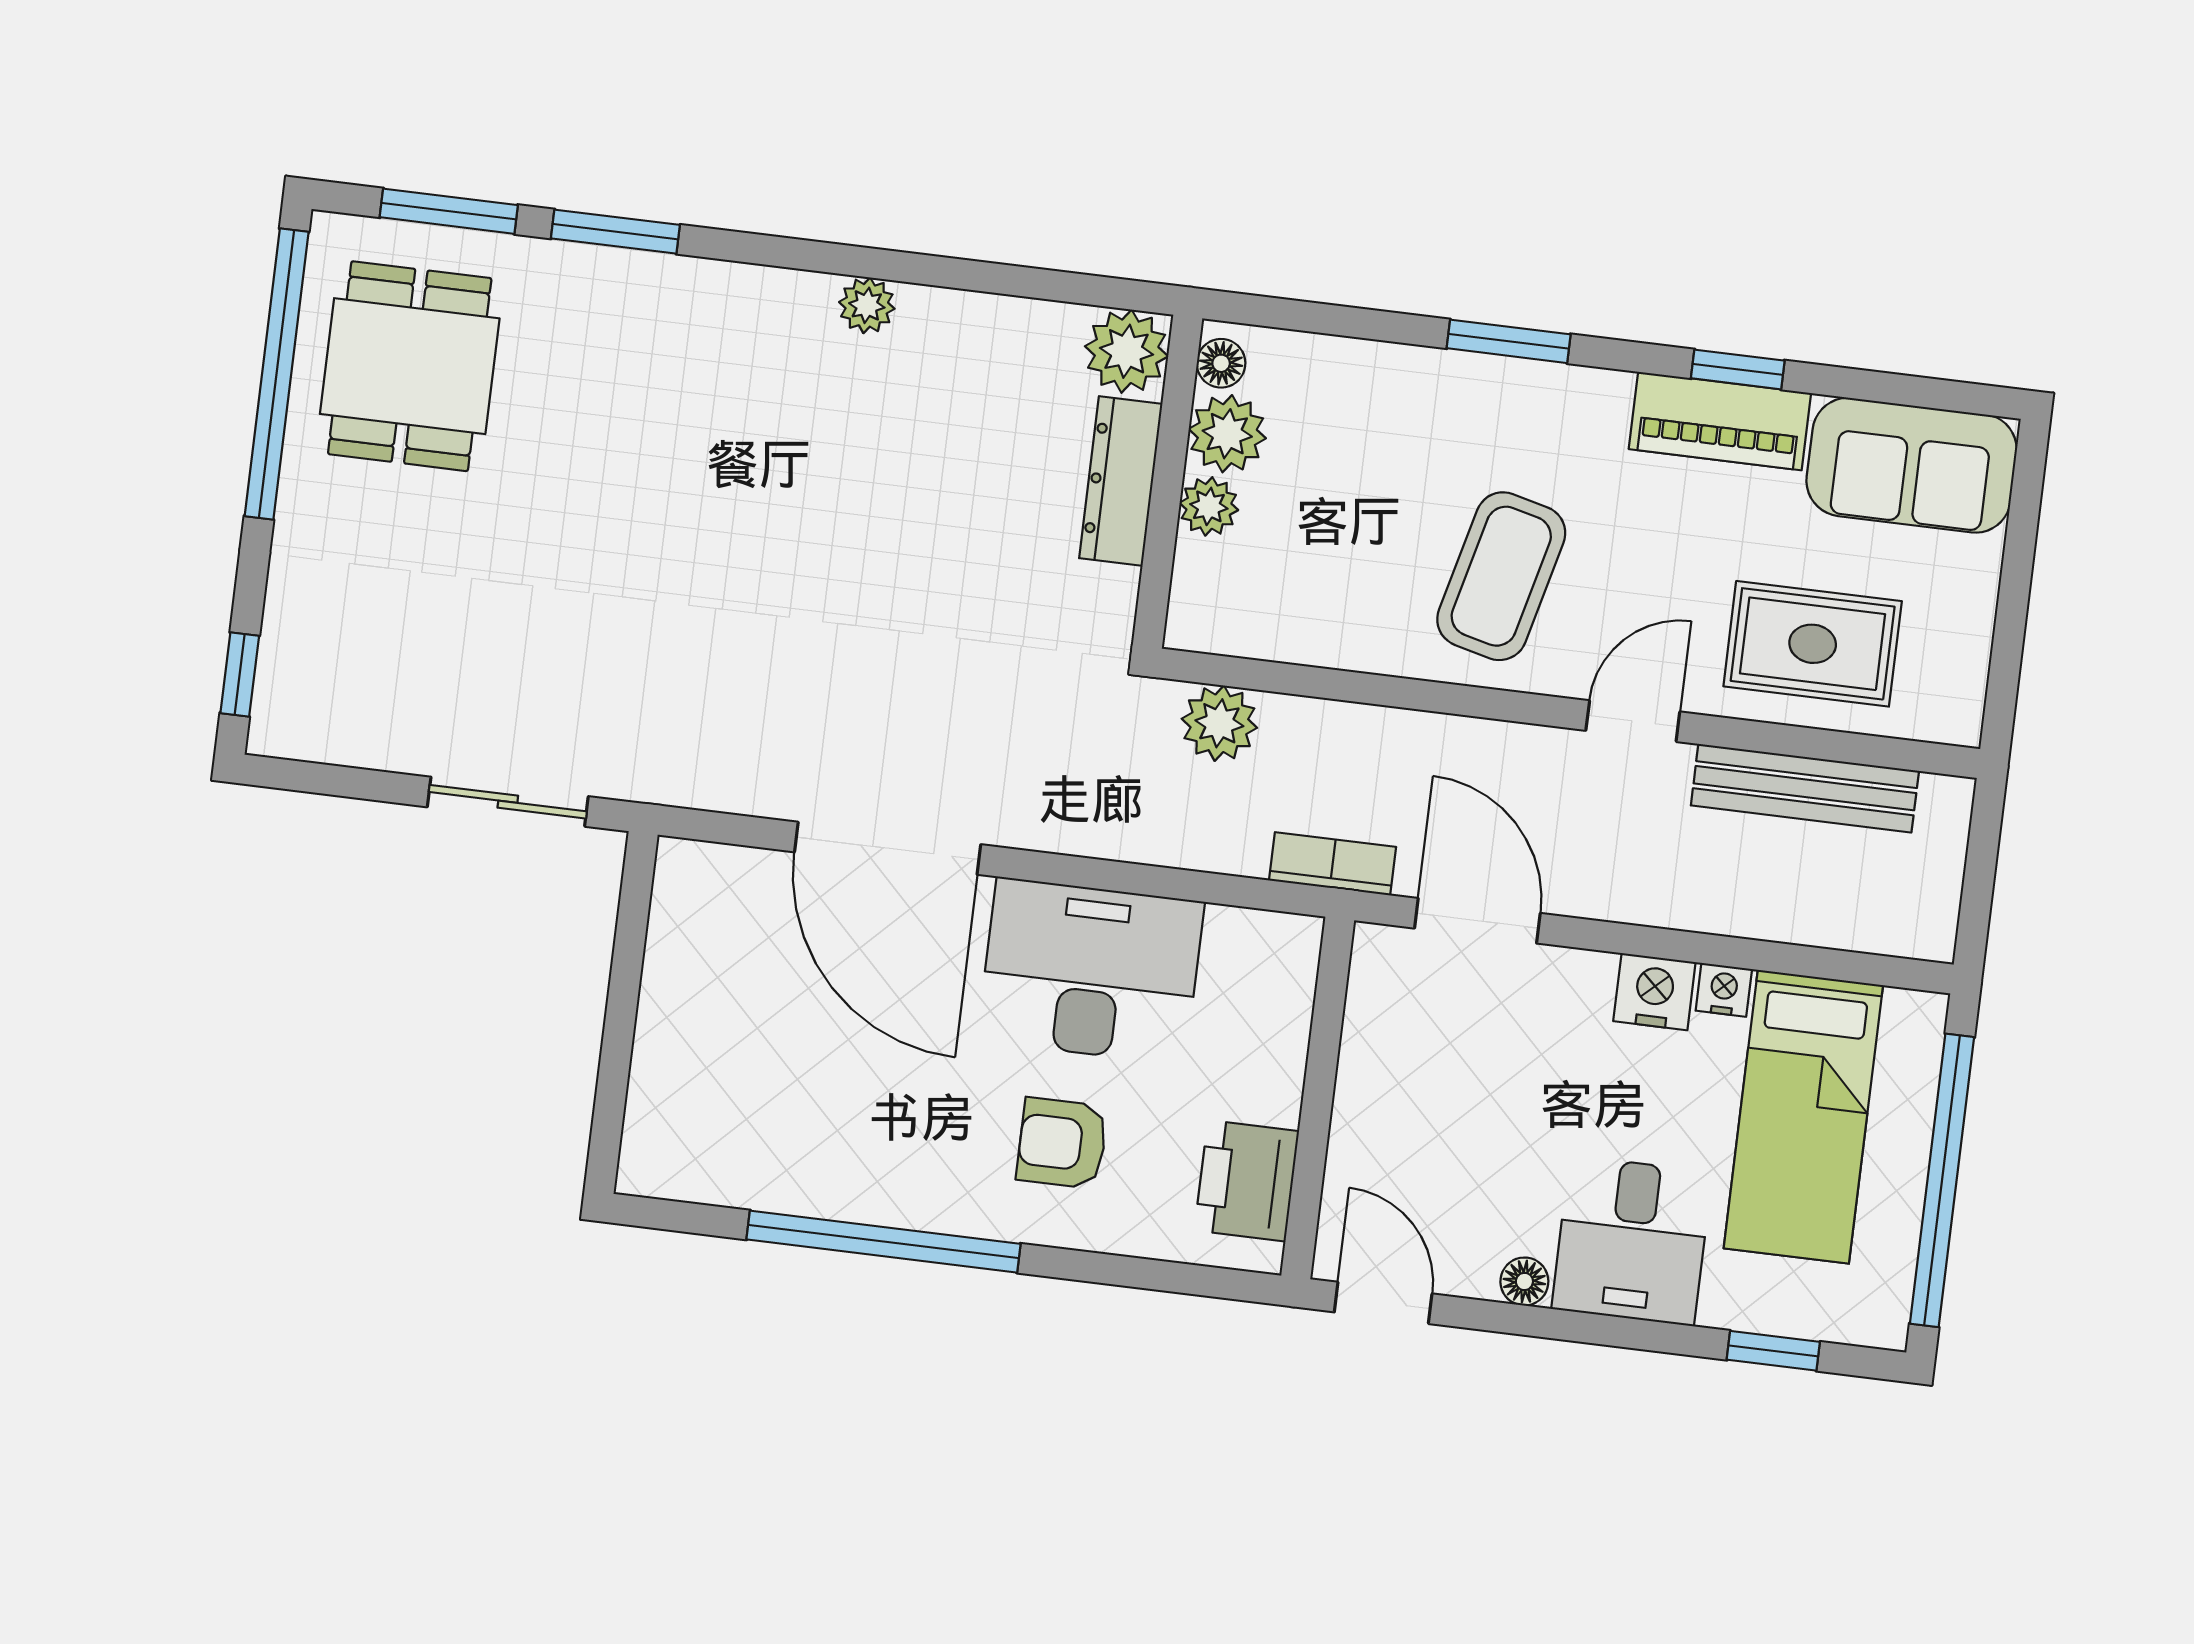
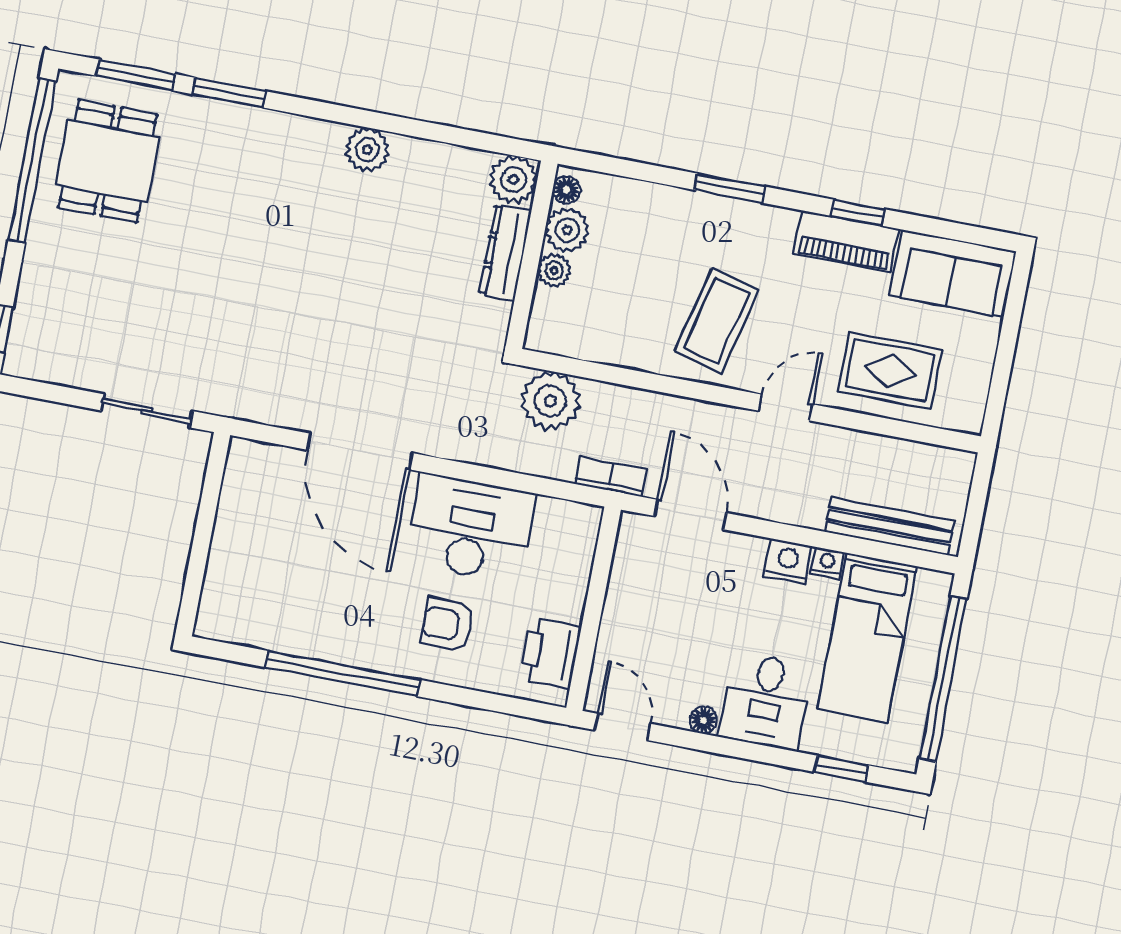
plant: (867, 305) -> (367, 150), width x1.38, depth x1.38
plant: (1219, 723) -> (550, 401), width x1.36, depth x1.36
bench: (1805, 788) -> (890, 526), moved

